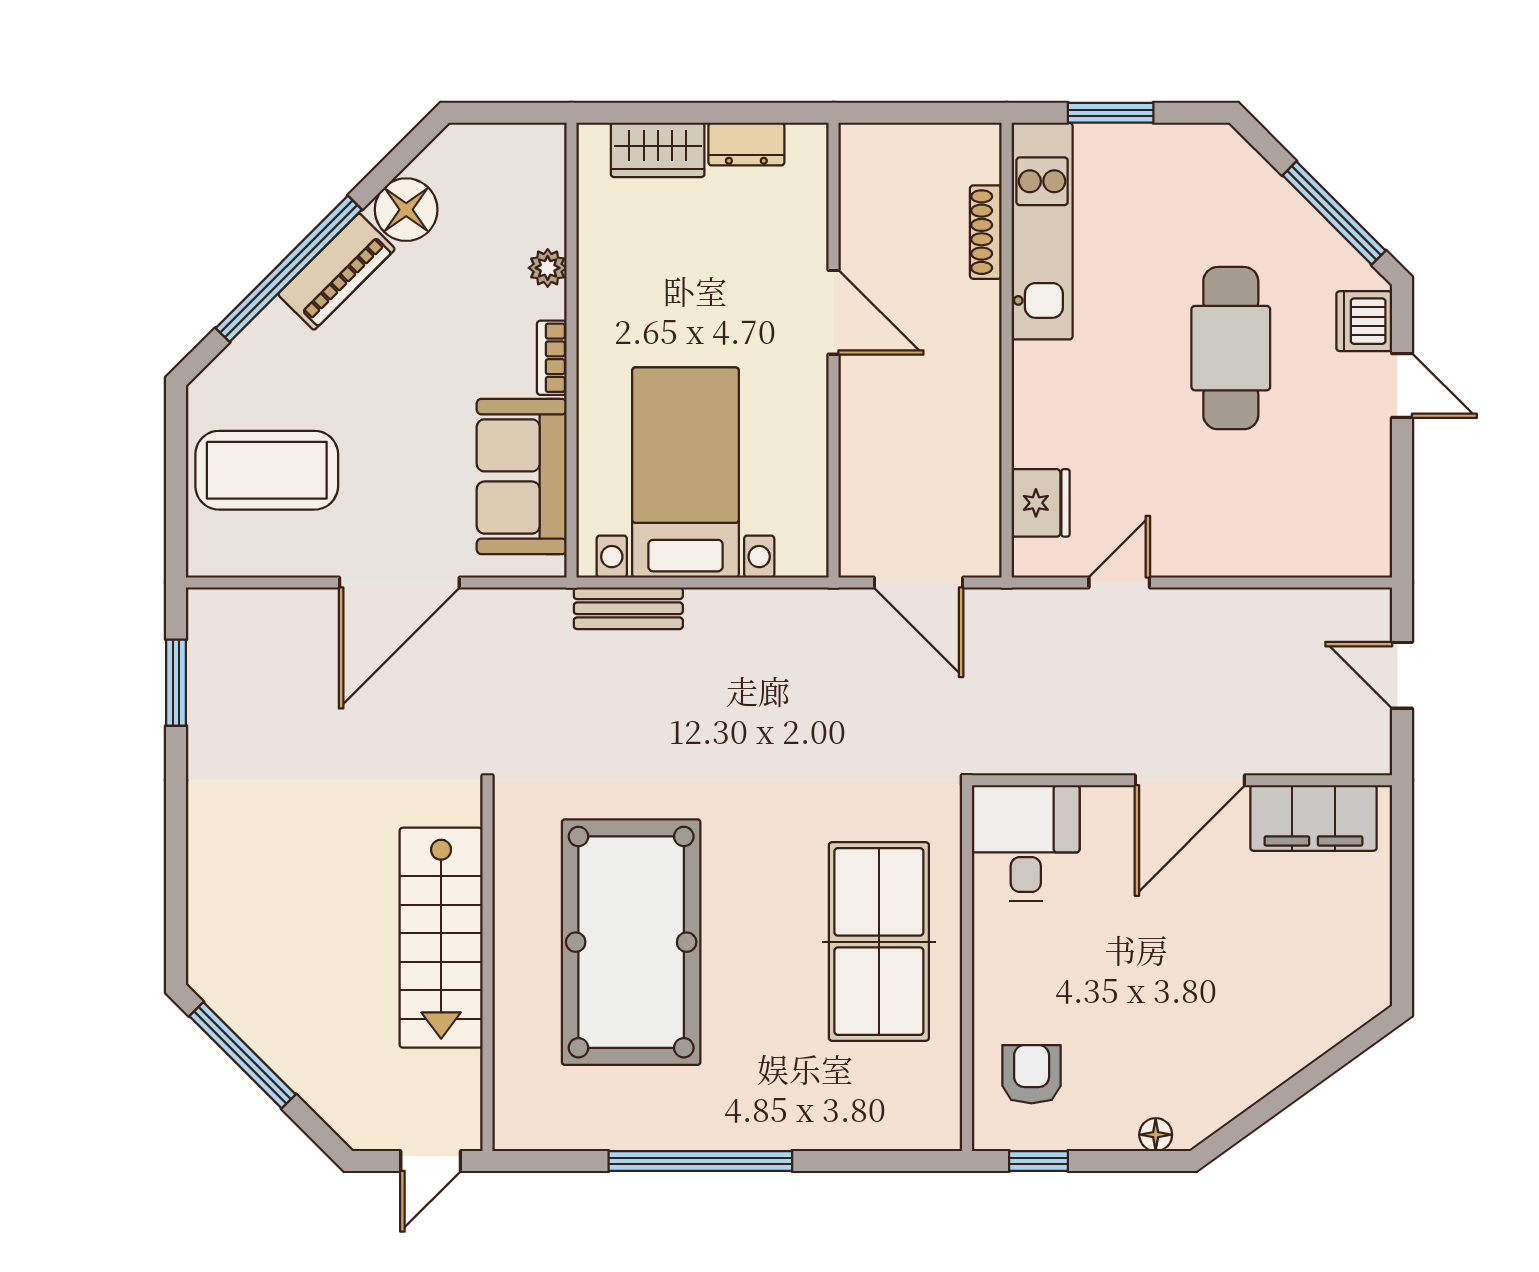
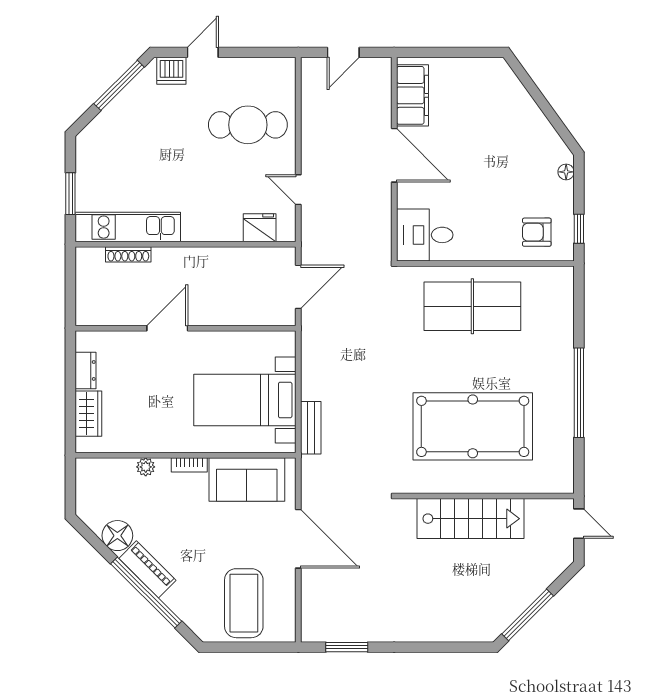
cafe table: (1231, 348) -> (248, 125), moved

